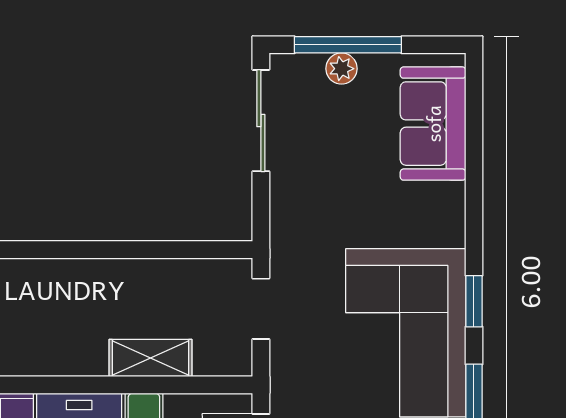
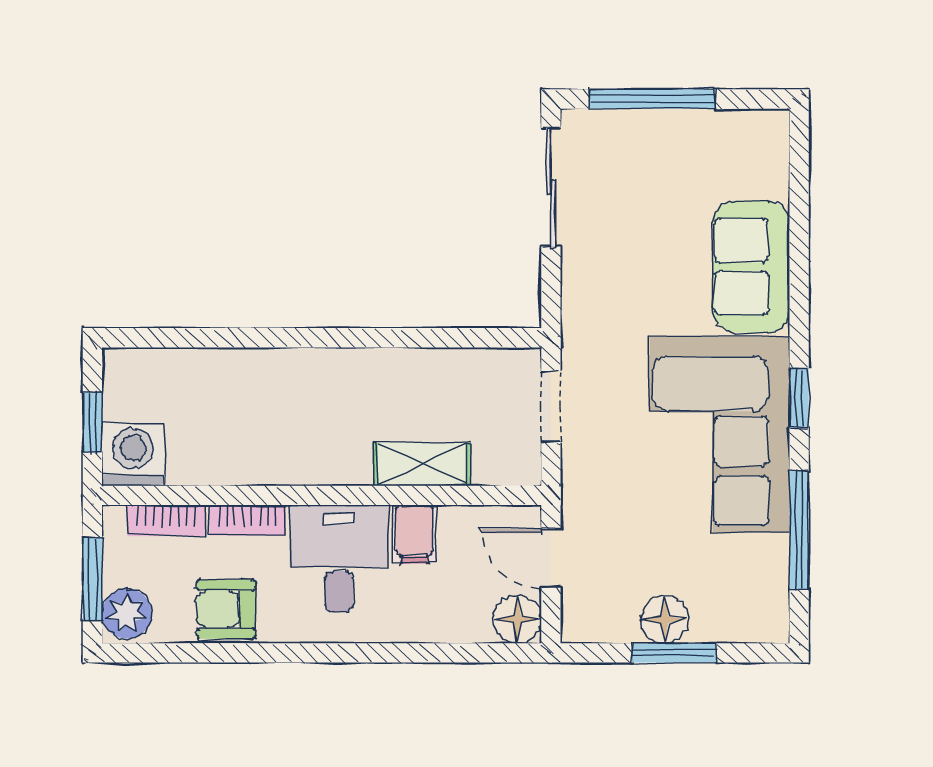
plant: (341, 69) -> (645, 127), removed
sofa: (433, 124) -> (751, 267), moved

